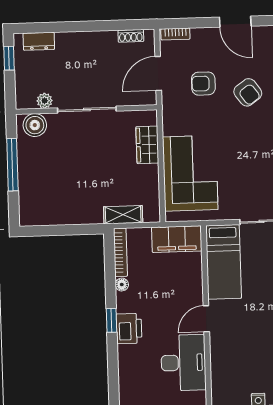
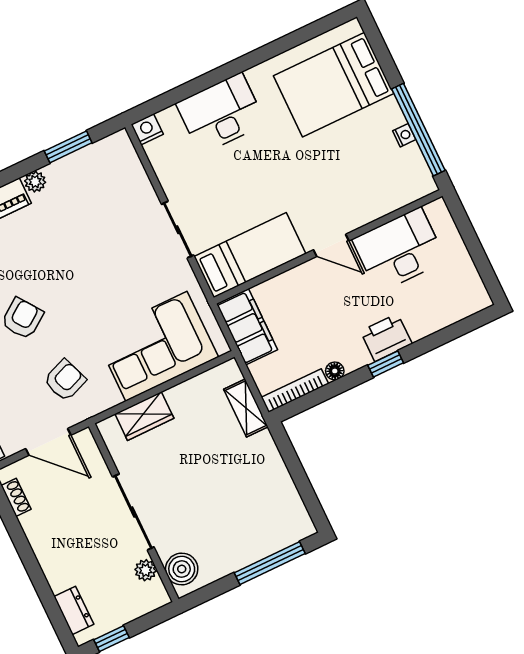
armchair: (203, 84) -> (65, 380), moved, turned -111
window: (12, 165) -> (270, 563), moved

